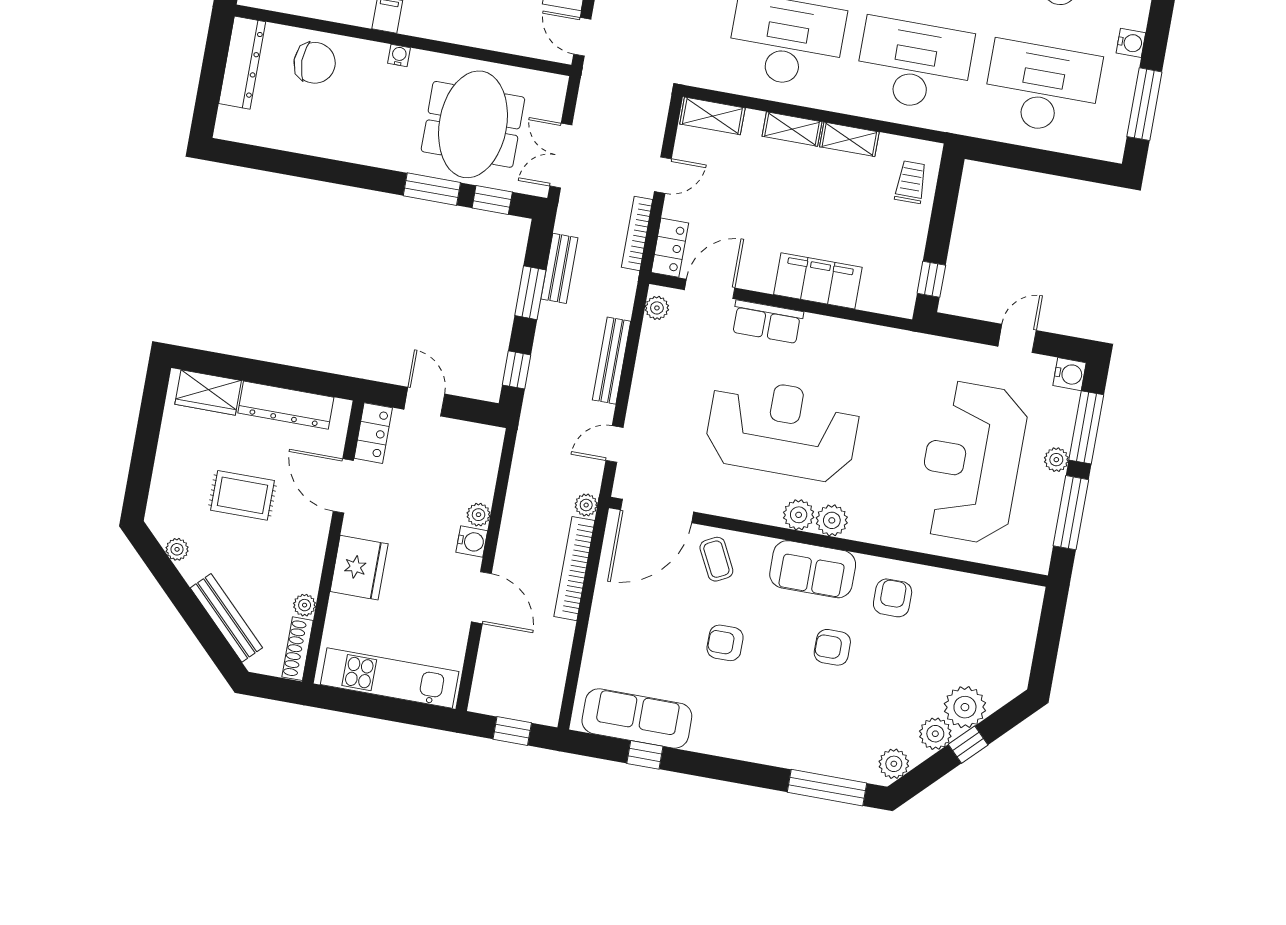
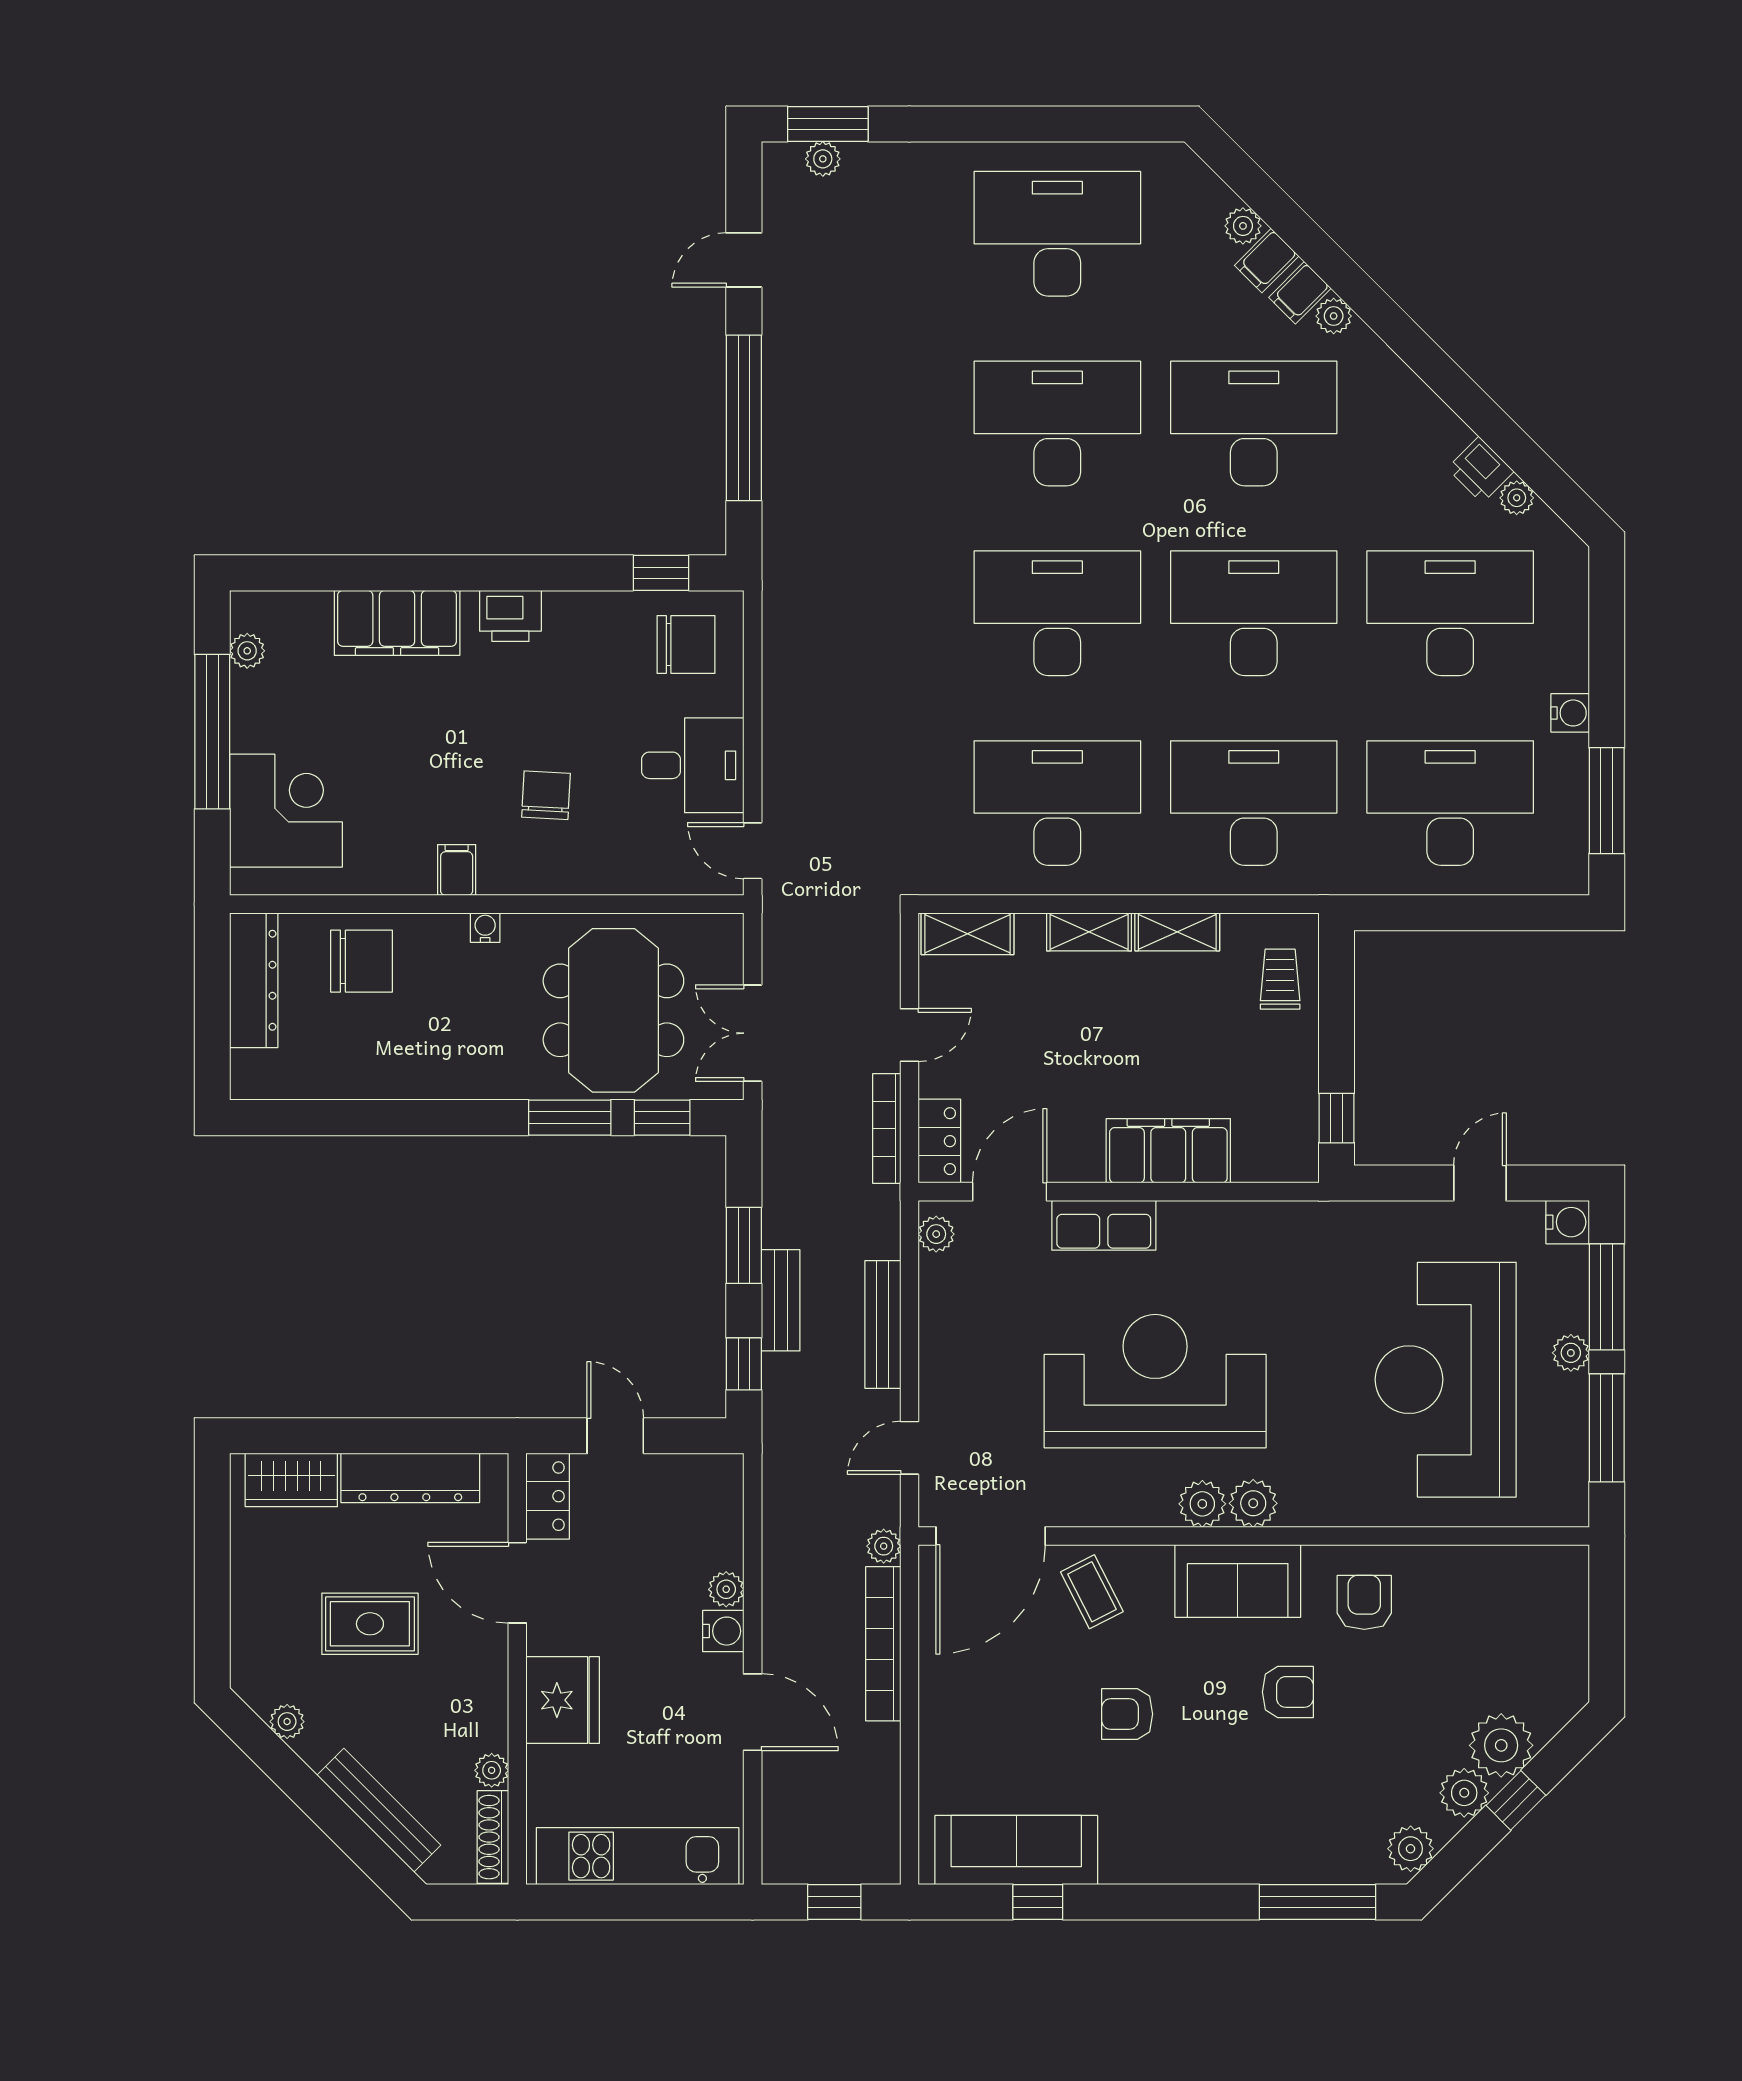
bench: (559, 268) -> (781, 1300), moved
armchair: (832, 647) -> (1288, 1692), turned 180

